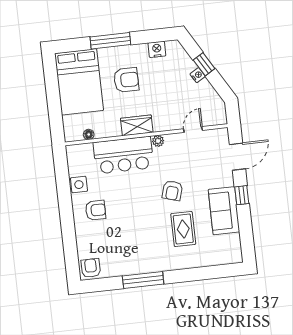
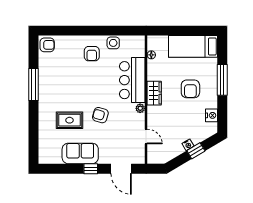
bed: (79, 82) -> (193, 46), width x0.67

